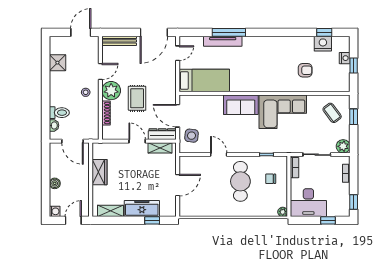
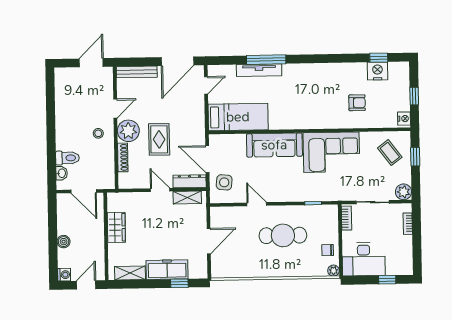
nightstand: (345, 58) -> (404, 119), moved
shower: (57, 63) -> (64, 99), removed
sofa: (241, 105) -> (274, 145), width x1.36
chair: (271, 179) -> (328, 250), moved
cafe table: (240, 181) -> (283, 235), turned 90
window: (354, 202) -> (417, 257), removed

